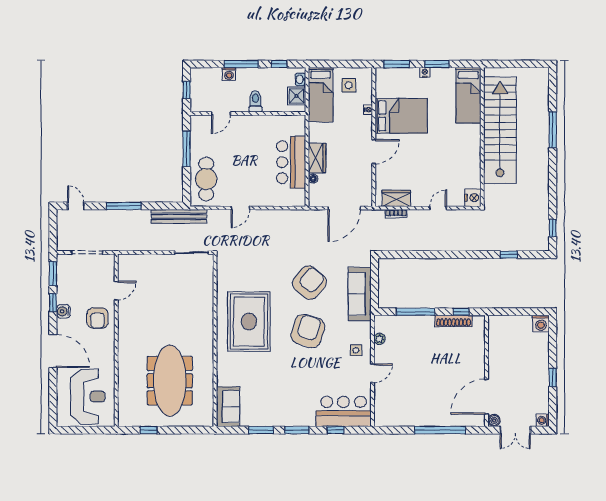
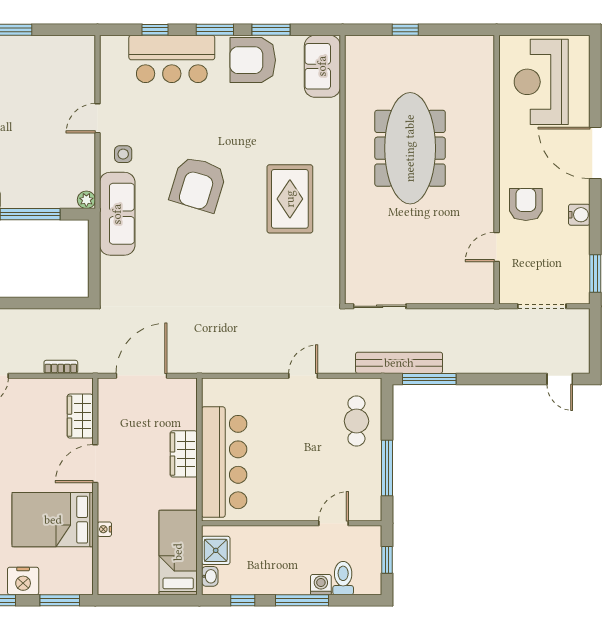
nightstand: (425, 72) -> (23, 581), width x1.89, depth x1.79
side table: (349, 85) -> (134, 567), removed
toilet: (255, 101) -> (343, 578), moved, turned 180
bar counter: (291, 162) -> (224, 462), width x1.36
cafe table: (206, 179) -> (356, 421), width x0.73, depth x0.74
floor lamp: (313, 179) -> (190, 422), removed
wardrobe: (396, 198) -> (80, 416), moved, turned 90
window: (124, 206) -> (429, 379), moved
armchair: (309, 283) -> (253, 60), moved, turned 50
sofa: (360, 294) -> (117, 214), moved
window: (53, 303) -> (595, 228), removed
rug: (249, 322) -> (290, 199), width x0.73, depth x0.69
plant: (379, 339) -> (86, 200), moved
meeting table: (170, 381) -> (410, 148), moved
bar counter: (344, 411) -> (172, 59), moved
window: (149, 430) -> (405, 30), moved

